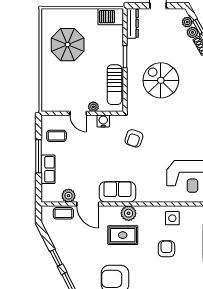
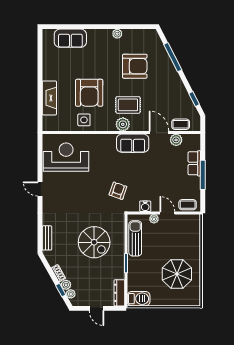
coffee table: (57, 136) -> (188, 205), moved
armchair: (166, 249) -> (89, 93), width x1.88, depth x1.88
window: (56, 258) -> (194, 99), moved

